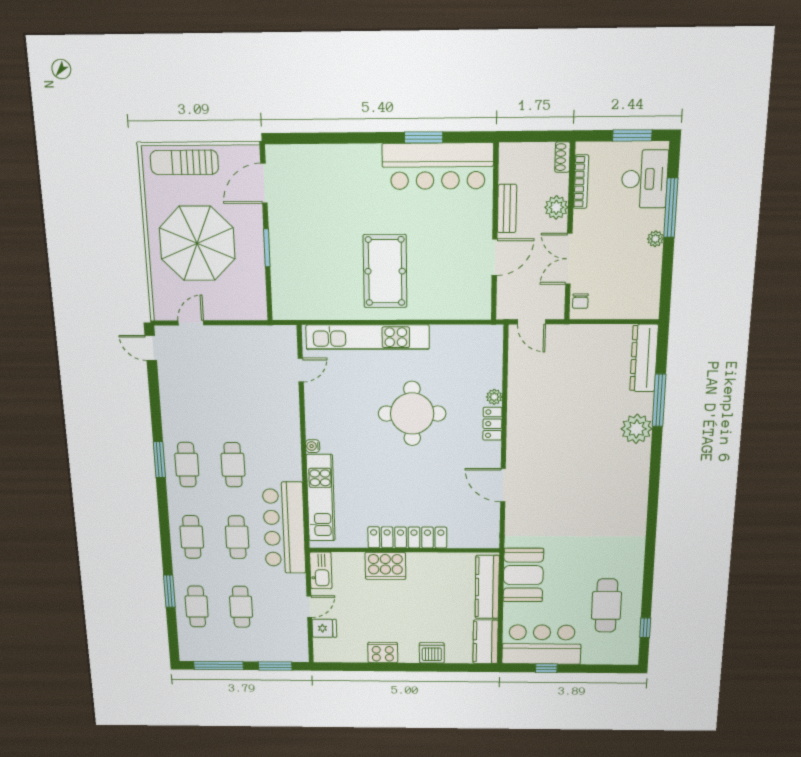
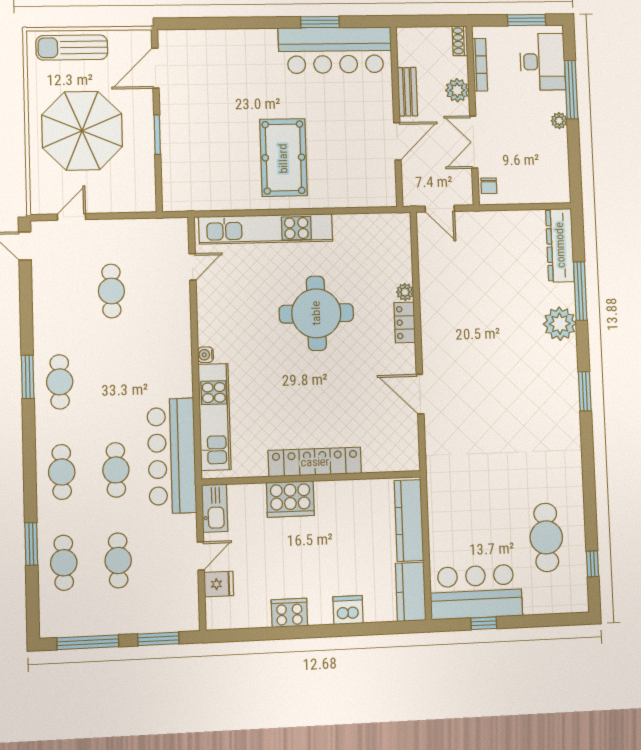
cafe table: (233, 465) -> (111, 291), moved
window: (654, 488) -> (585, 391), added
booth: (523, 575) -> (449, 503), removed

